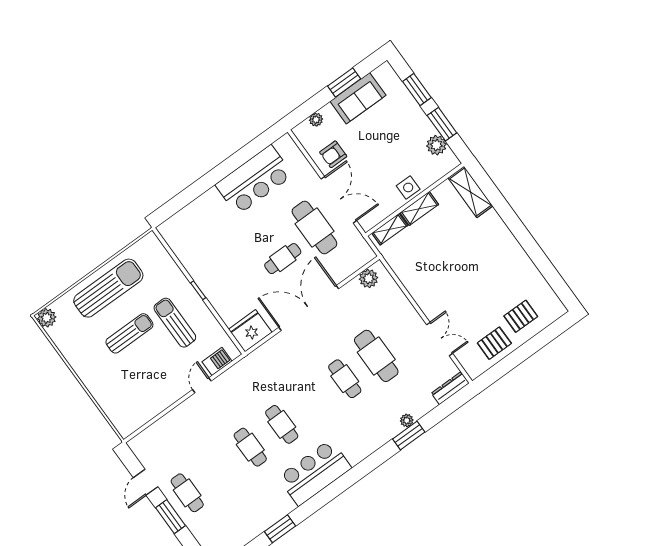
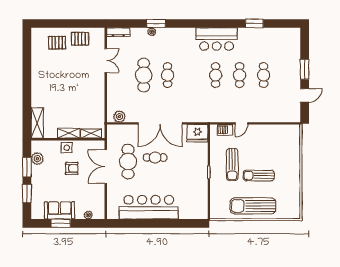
armchair: (333, 154) -> (72, 168), moved
bar counter: (254, 180) -> (149, 207), width x1.36
plant: (47, 318) -> (295, 213), removed
double door: (440, 339) -> (106, 61), swing flipped
cafe table: (187, 493) -> (264, 75), moved

